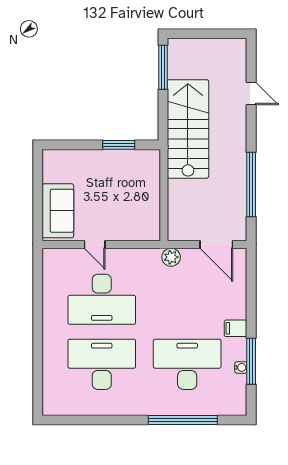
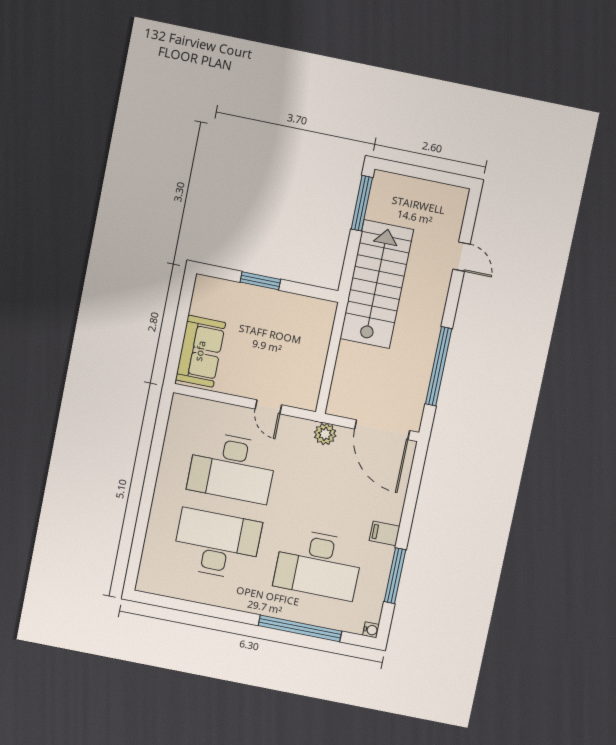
window: (119, 145) -> (260, 281), moved
door: (95, 245) -> (268, 407), moved
door: (216, 245) -> (382, 430), width x1.36
desk: (187, 364) -> (318, 564), turned 180
water cooler: (241, 367) -> (371, 630), moved

